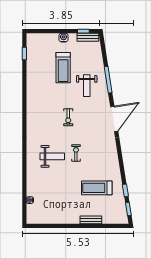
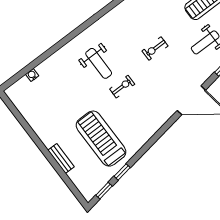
treadmill: (97, 188) -> (101, 139), width x1.37, depth x1.38

